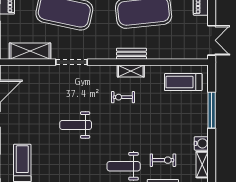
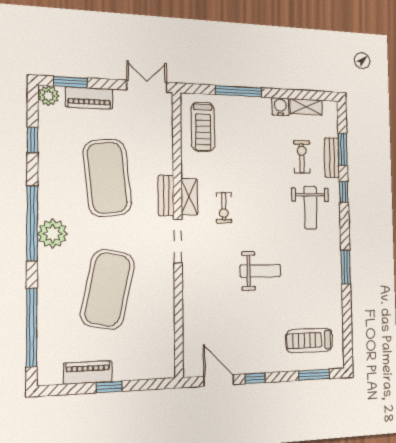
shelving: (30, 51) -> (164, 336), removed
doorway: (72, 62) -> (178, 241), moved
weight bench: (76, 125) -> (260, 271), turned -90

